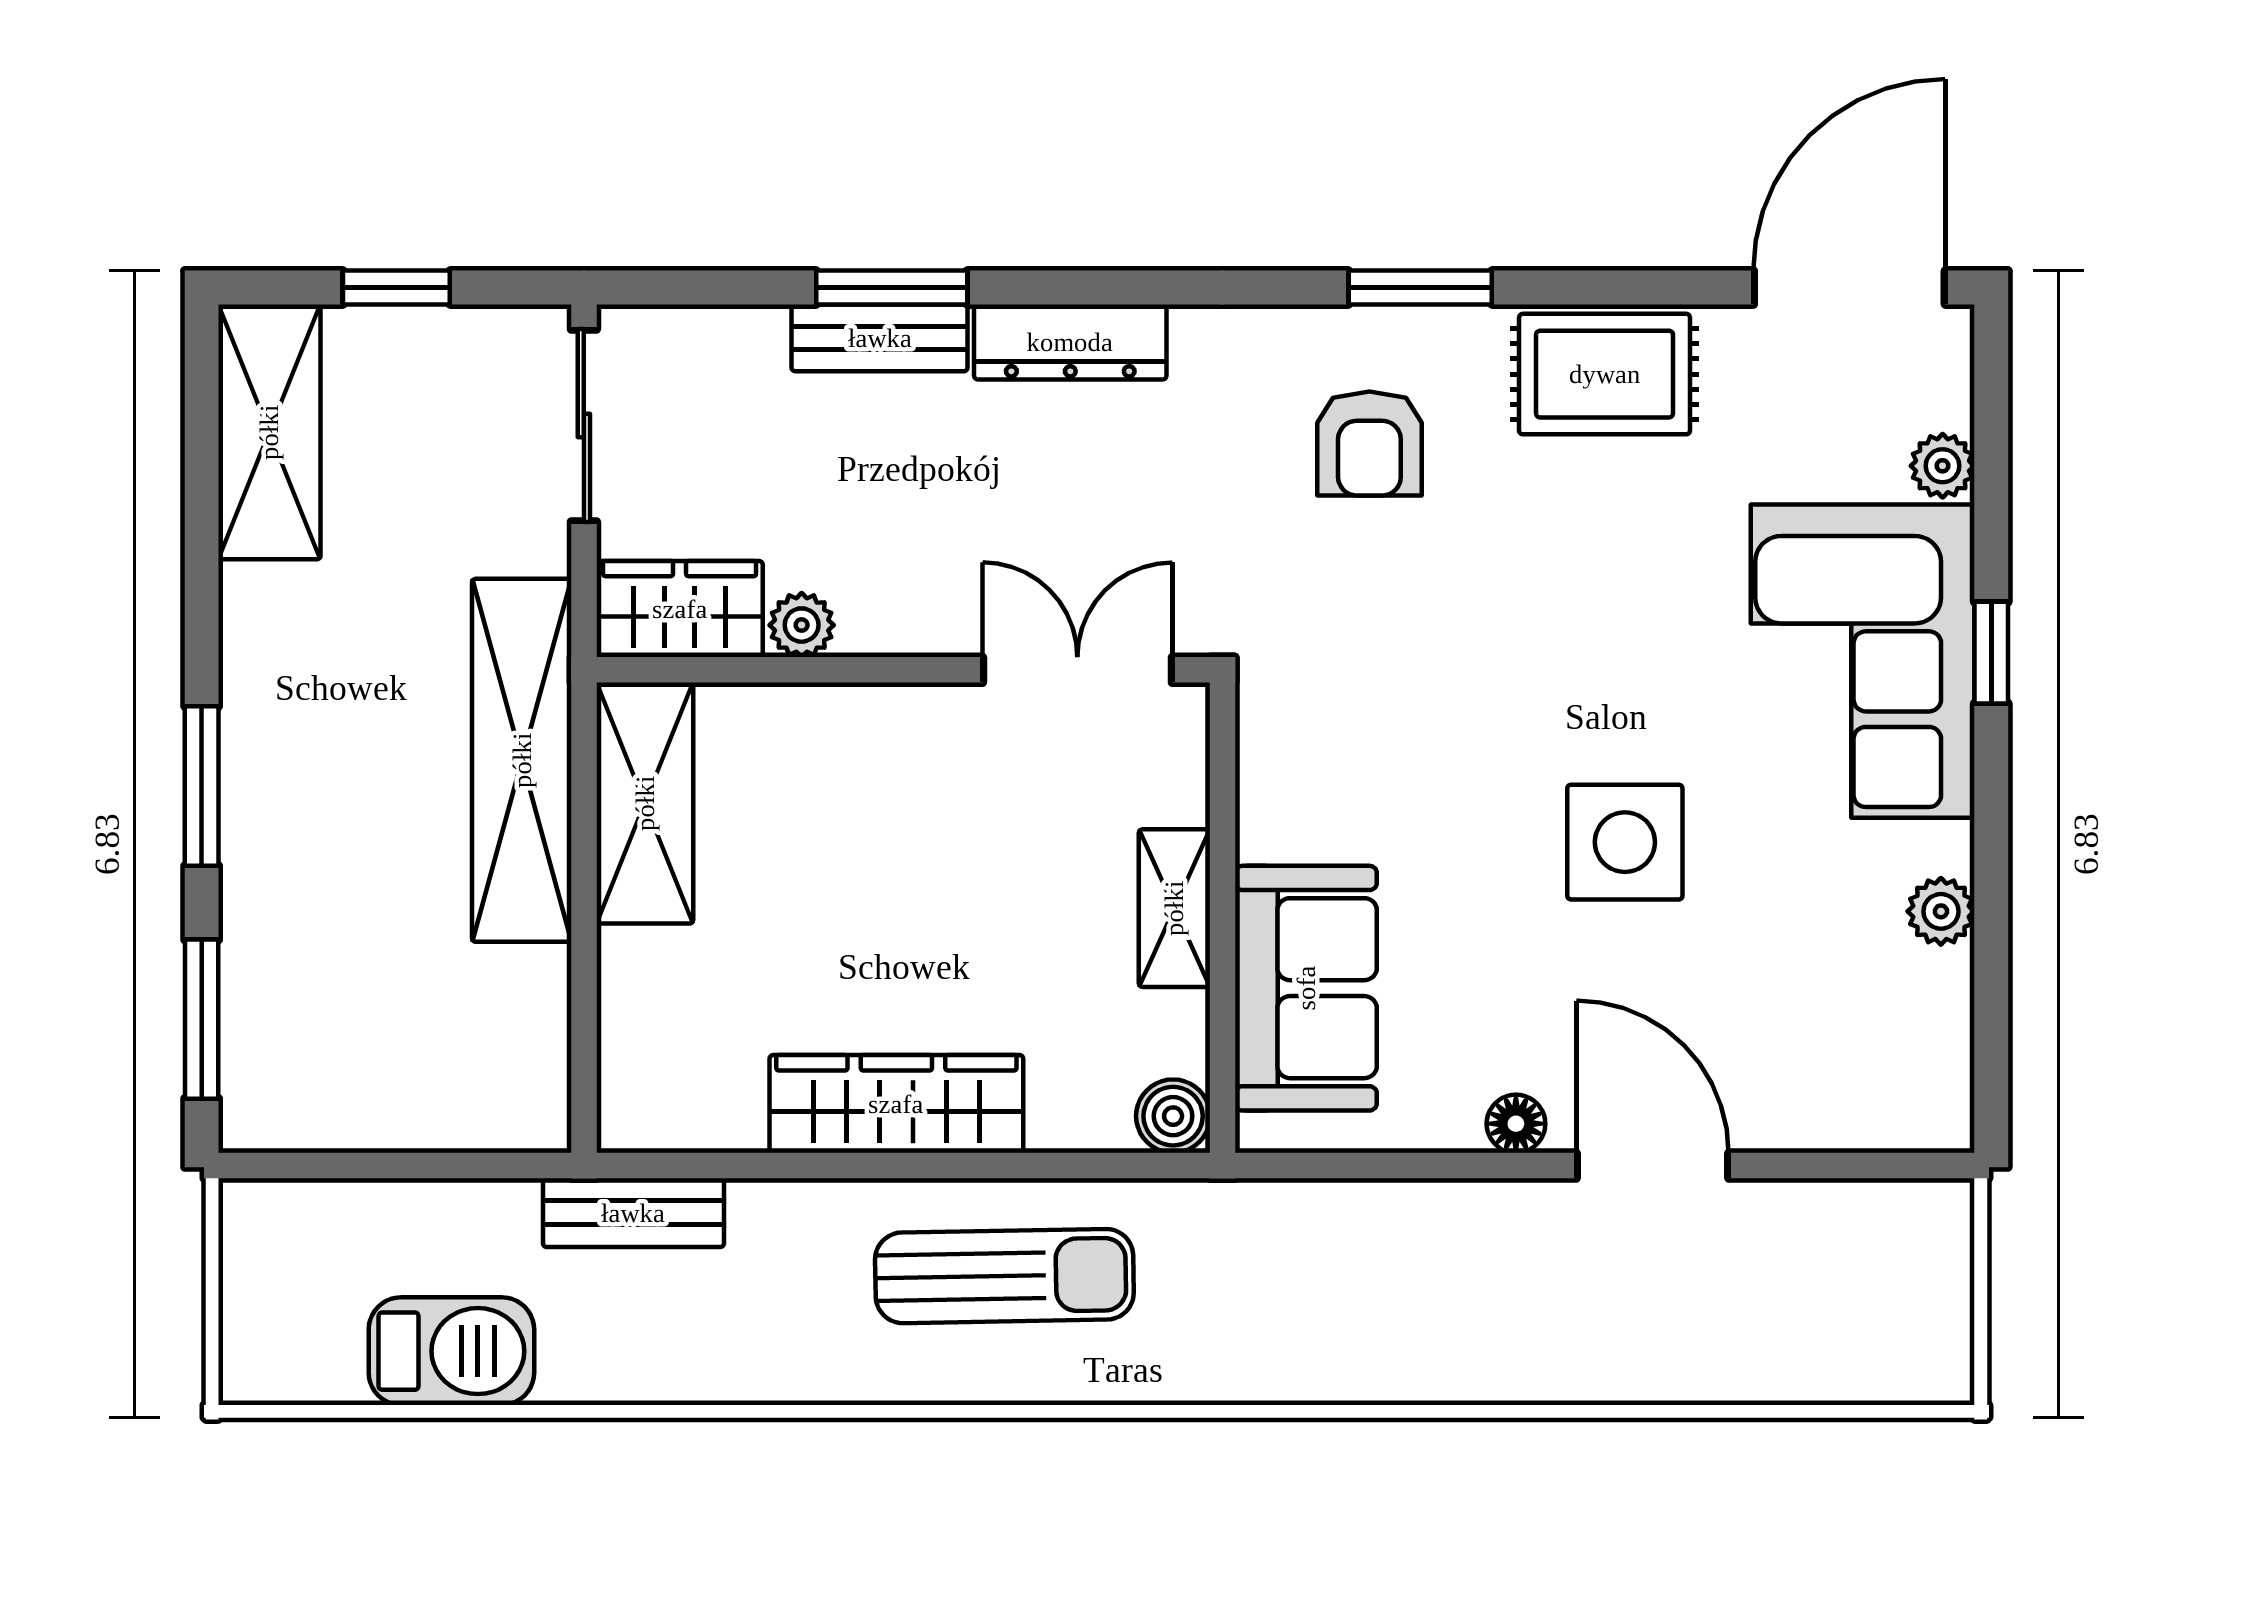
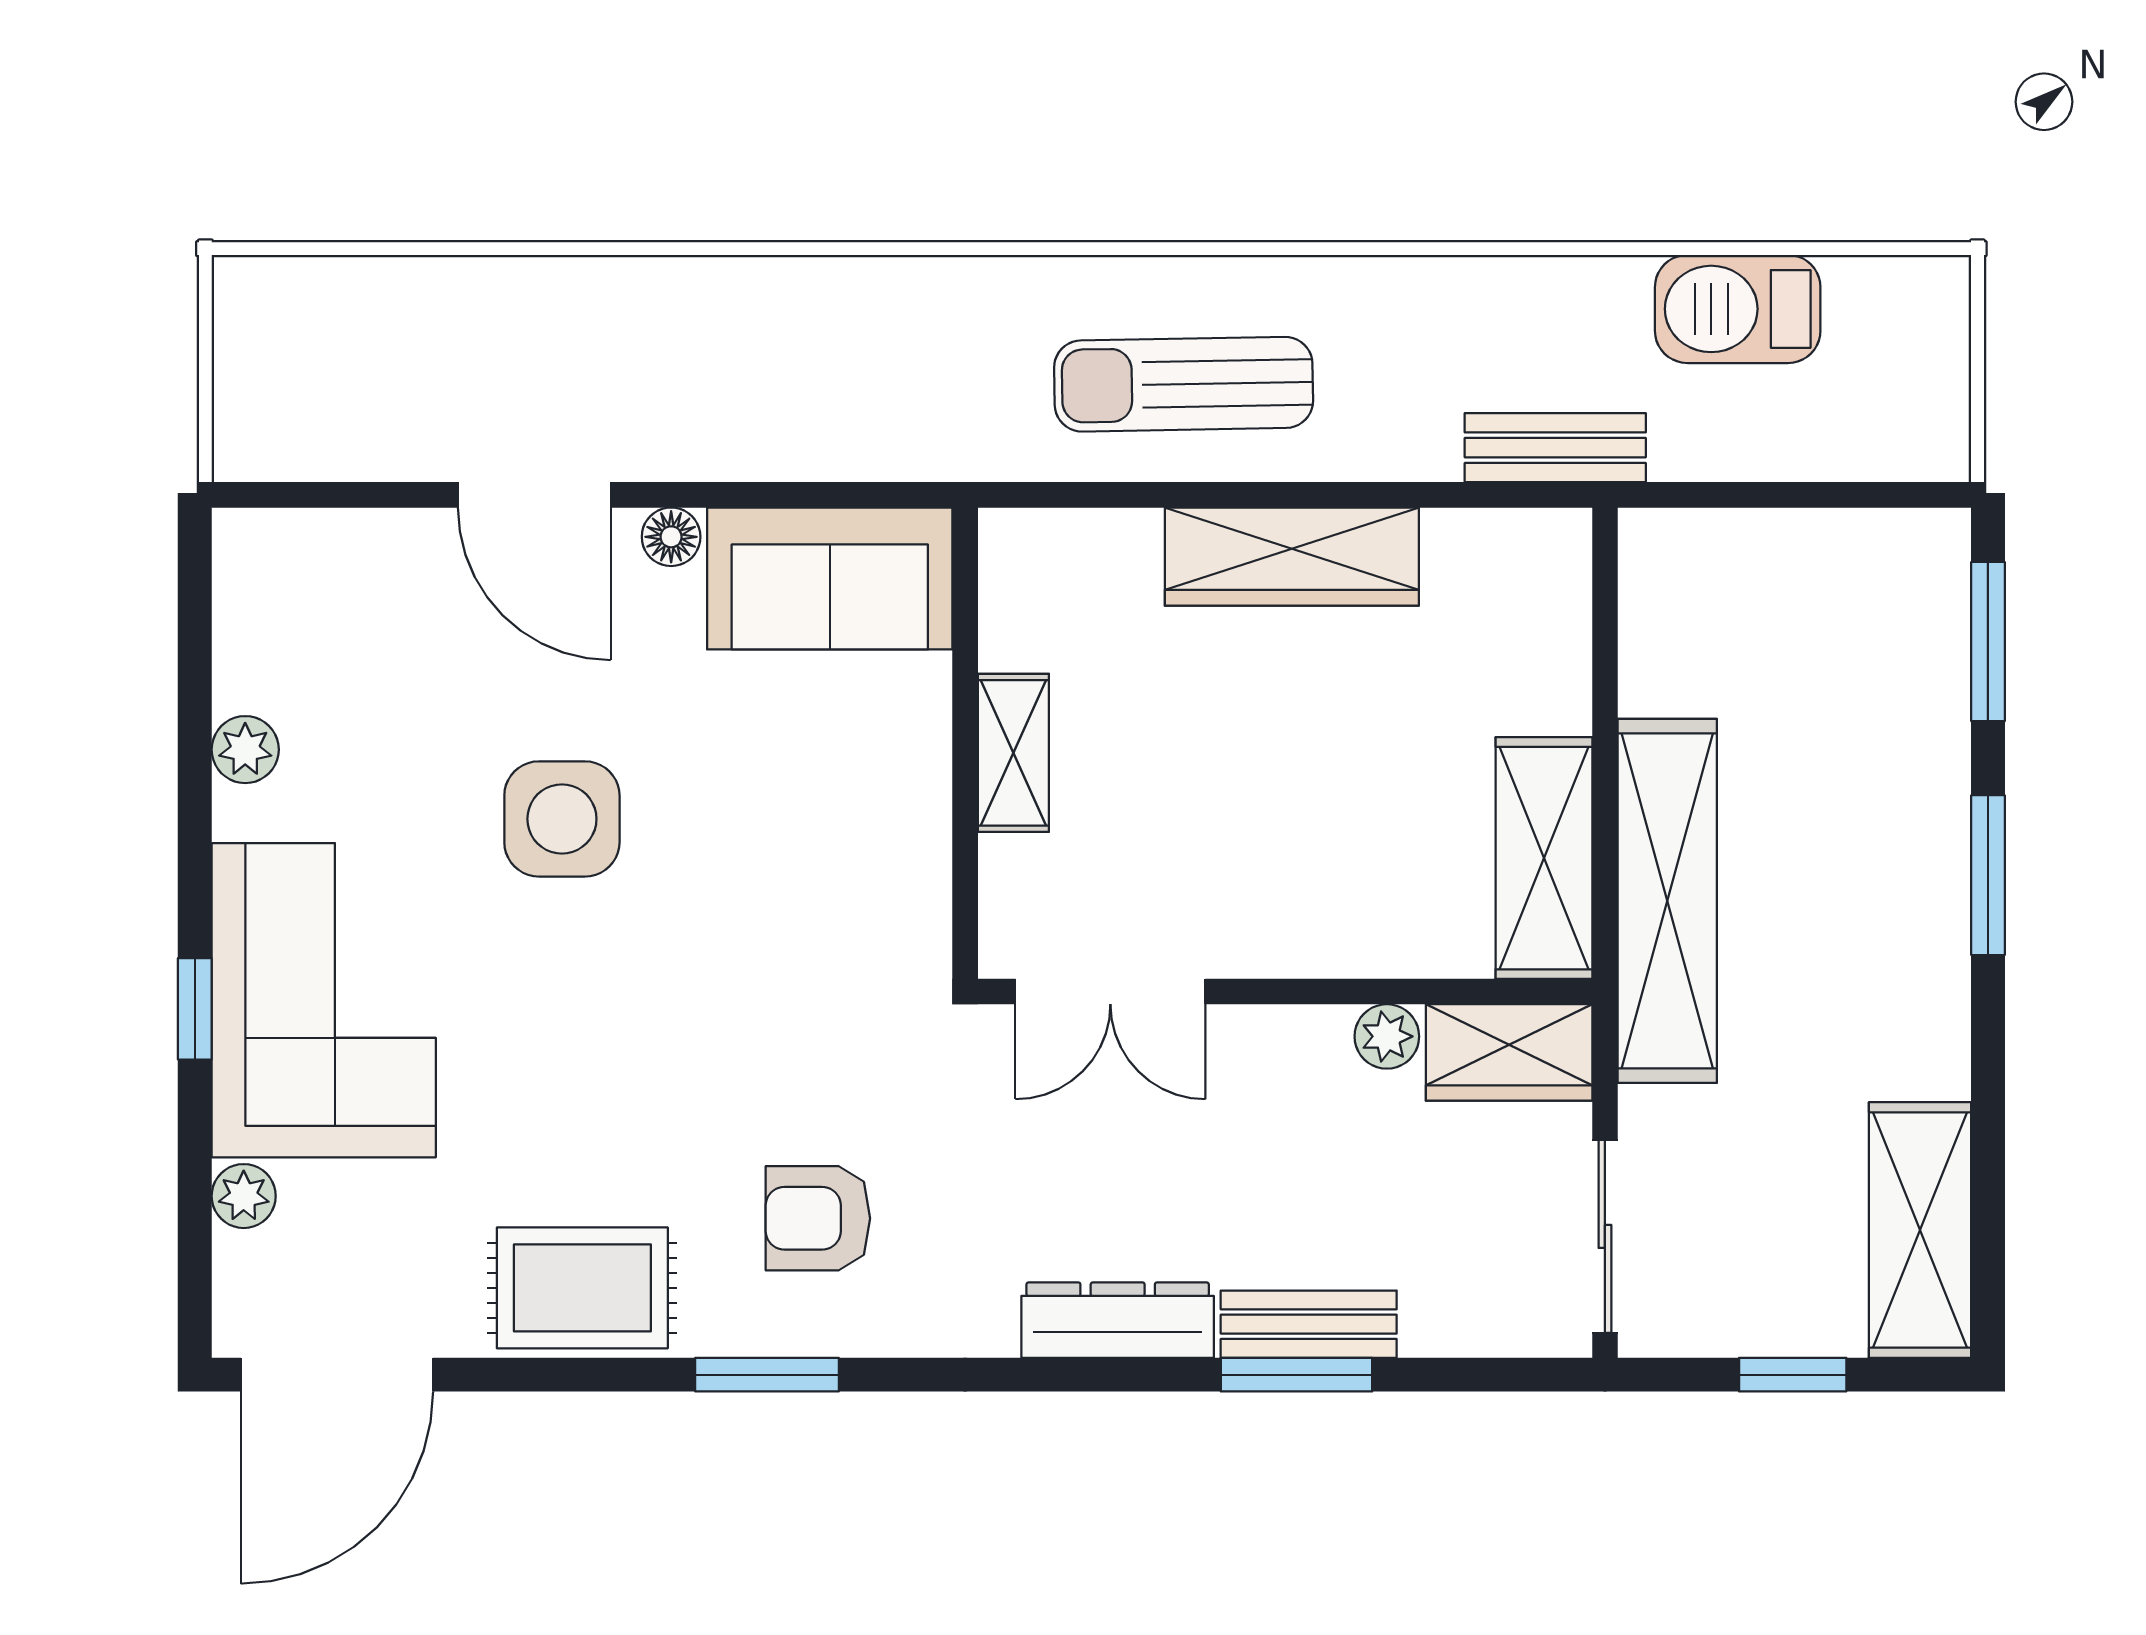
armchair: (1369, 444) -> (818, 1218), turned -90
sofa: (1306, 988) -> (830, 578), moved, turned -90
boiler: (1173, 1116) -> (1015, 544), removed

